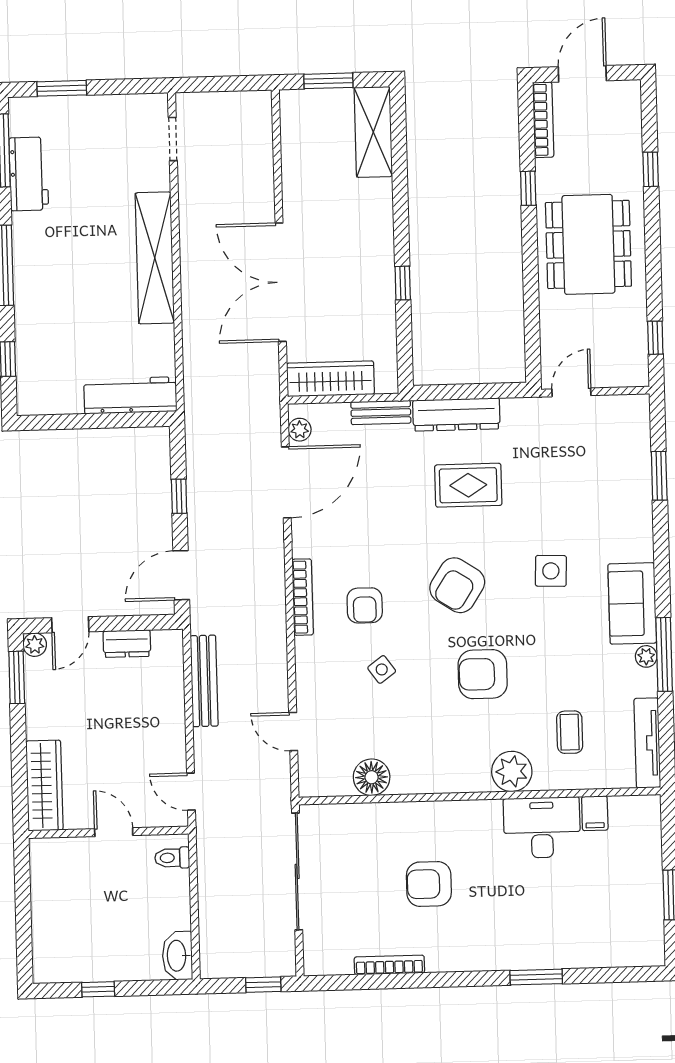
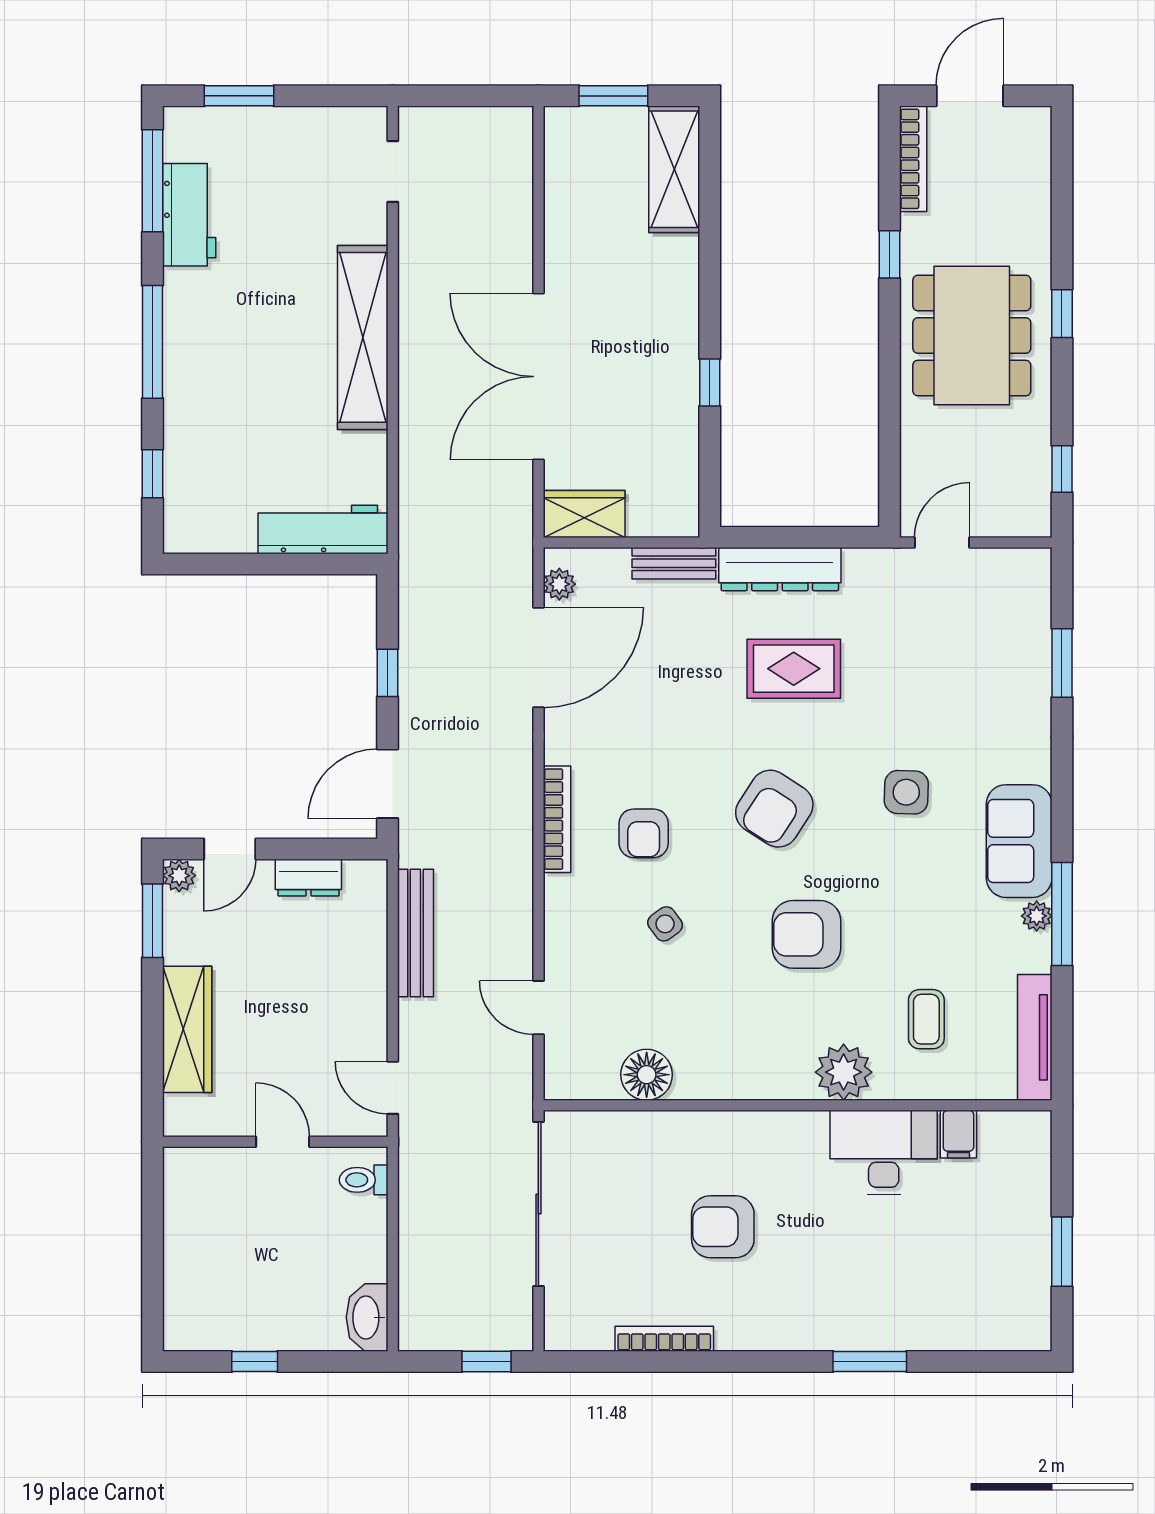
window: (651, 169) -> (1062, 314), moved
wardrobe: (330, 379) -> (584, 514), width x0.67
wardrobe: (44, 786) -> (187, 1029), moved

